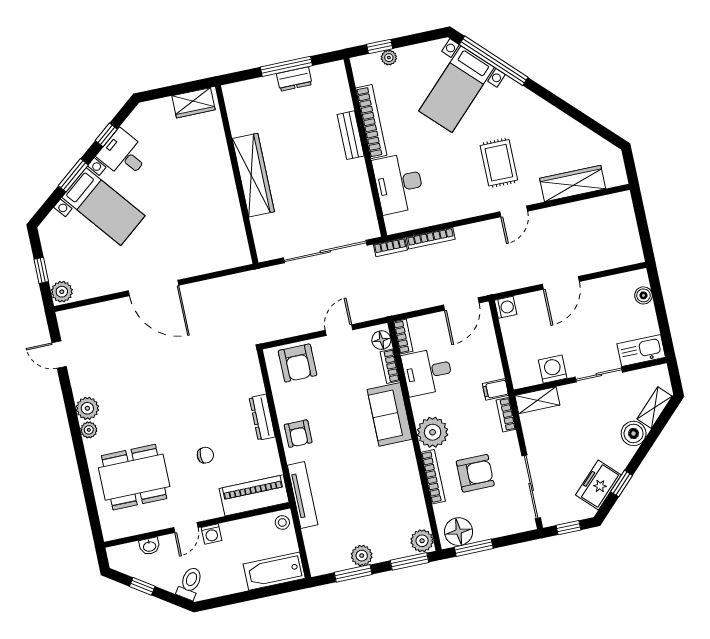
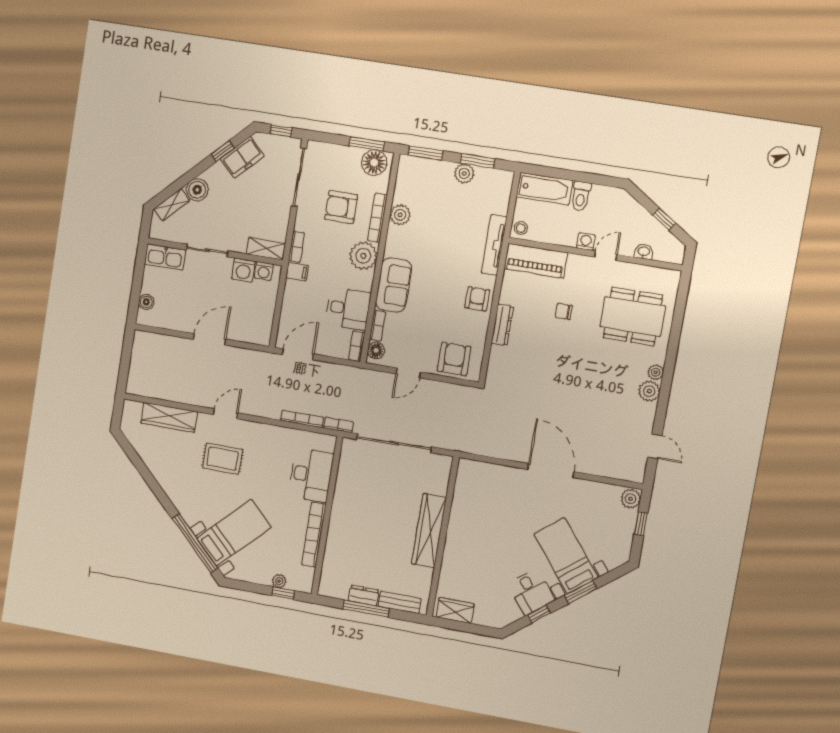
bench: (351, 135) -> (400, 602), moved, turned 90
rug: (499, 163) -> (222, 459), turned 90
washing machine: (506, 307) -> (264, 271), moved, turned -90
plant: (422, 541) -> (400, 215), moved
toilet: (190, 583) -> (581, 196), moved, turned -34

